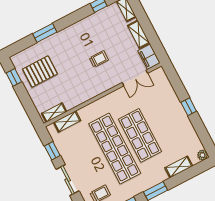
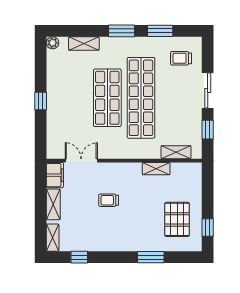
pallet: (40, 71) -> (177, 219), turned 90
shelving: (54, 113) -> (156, 169), moved

